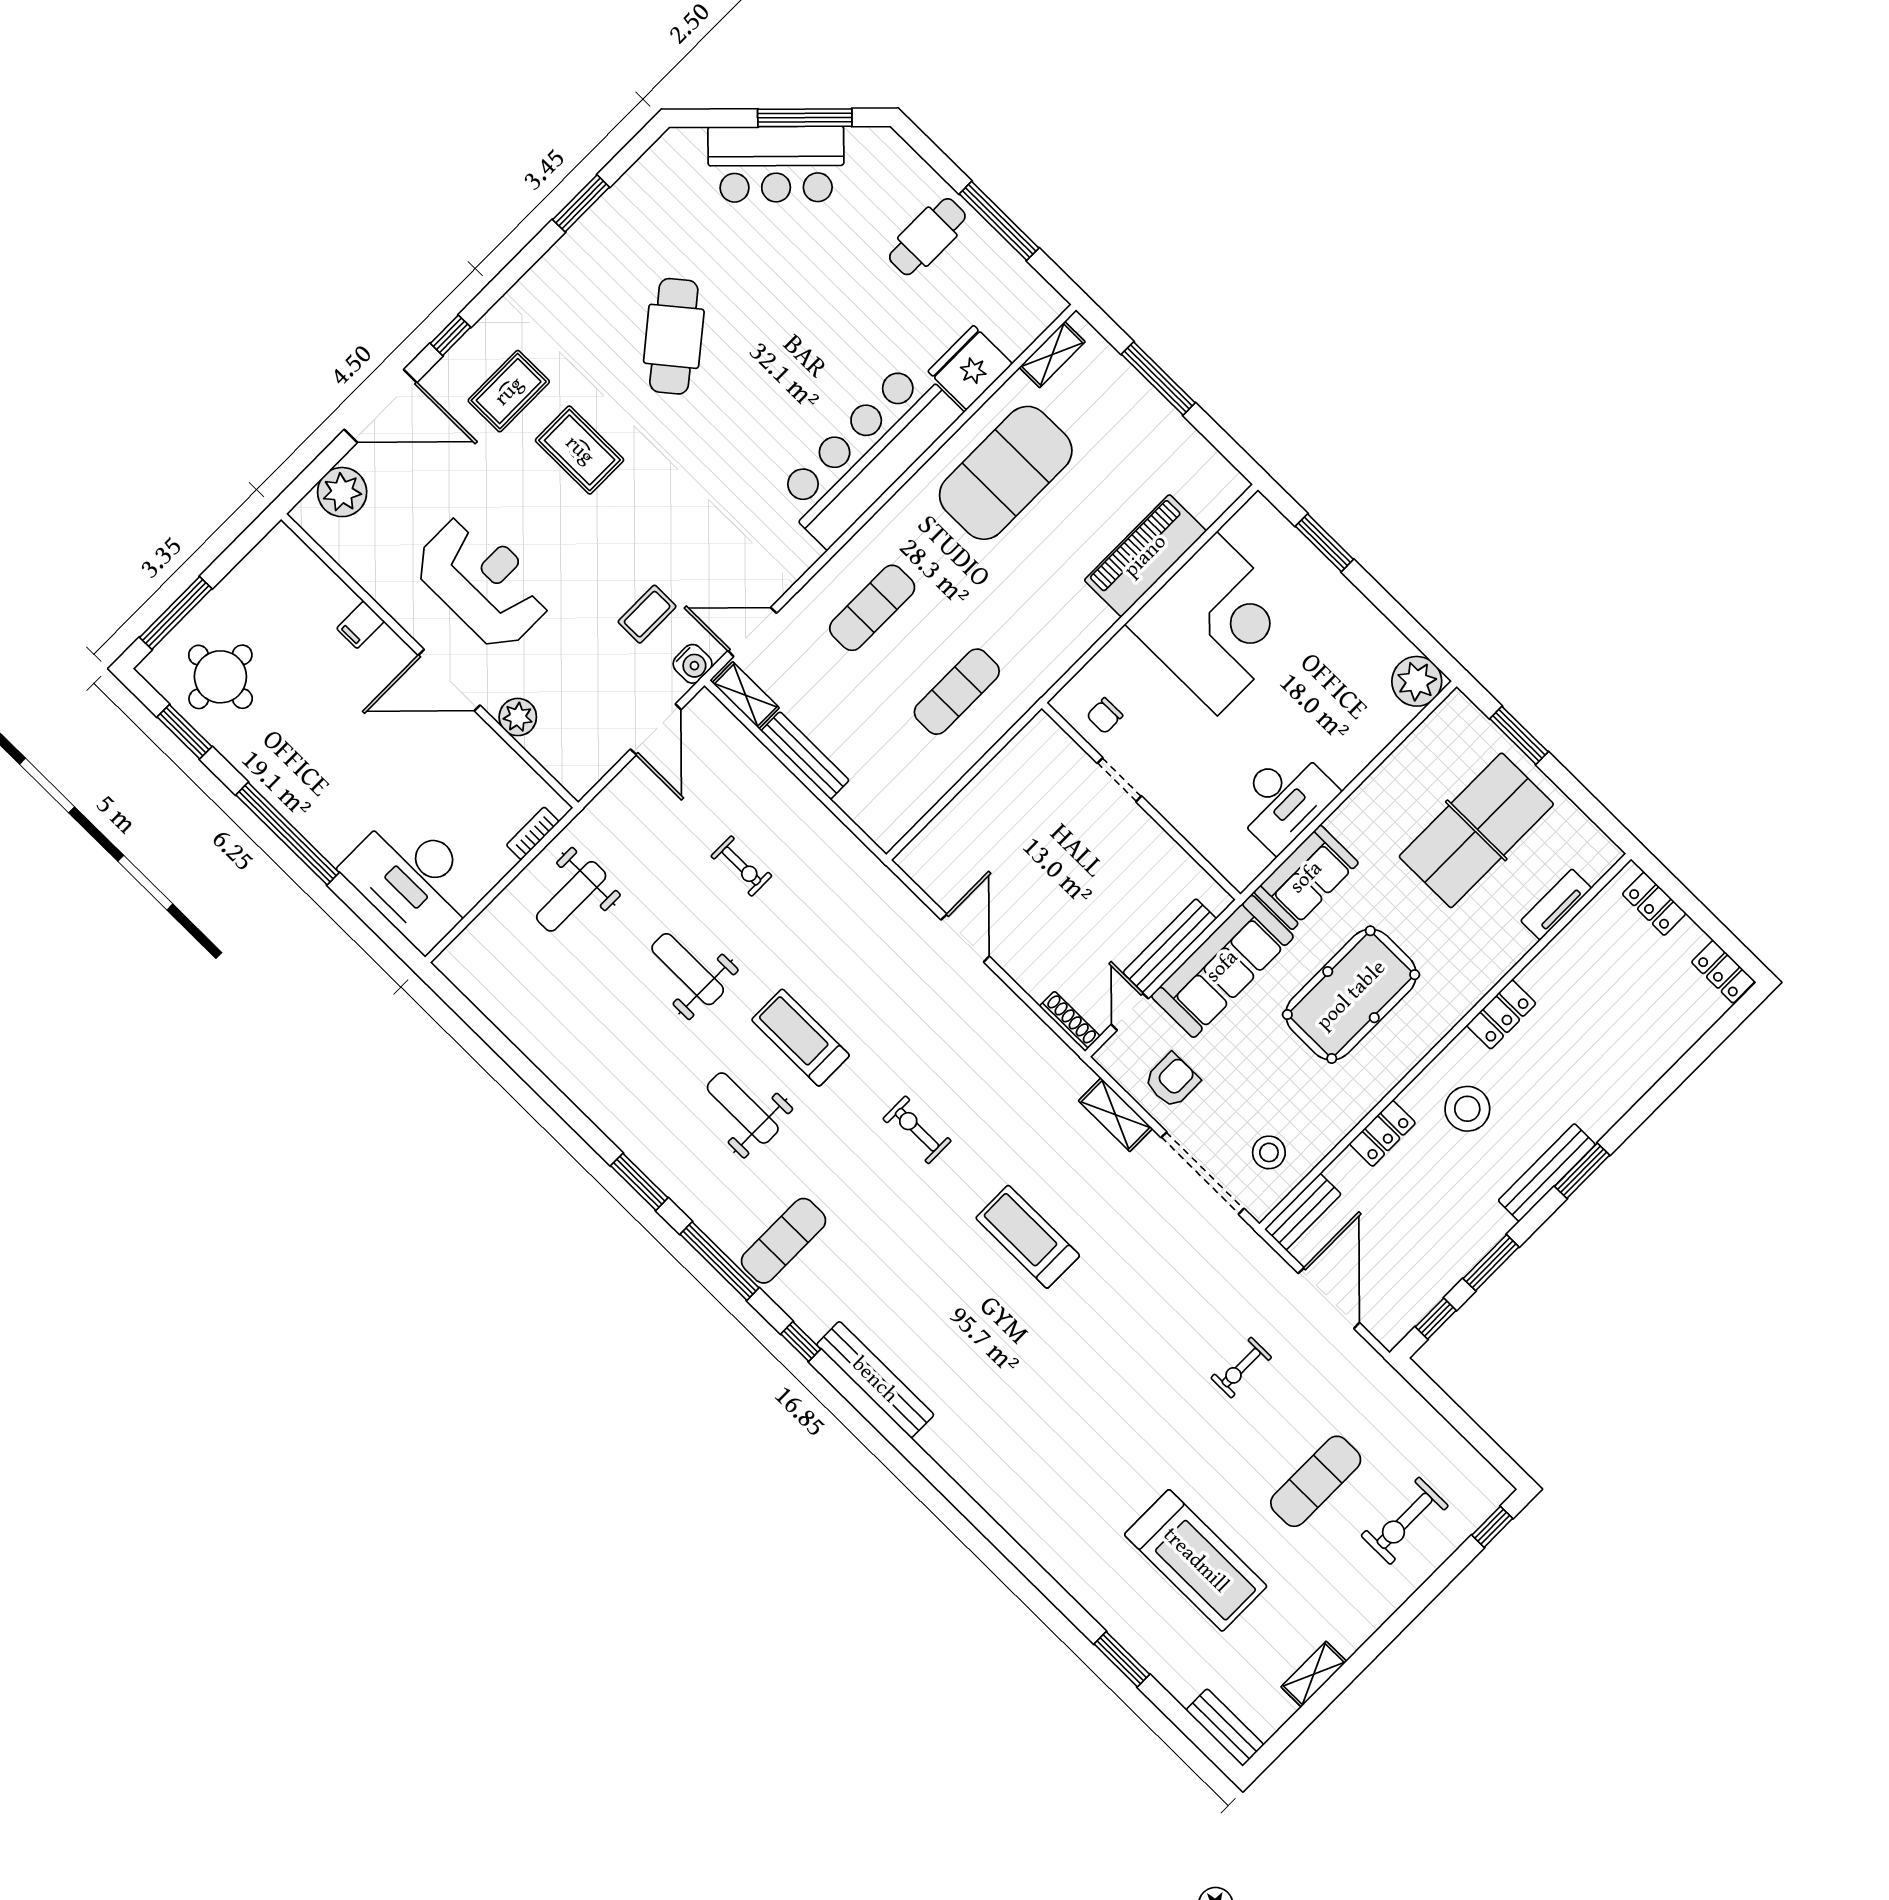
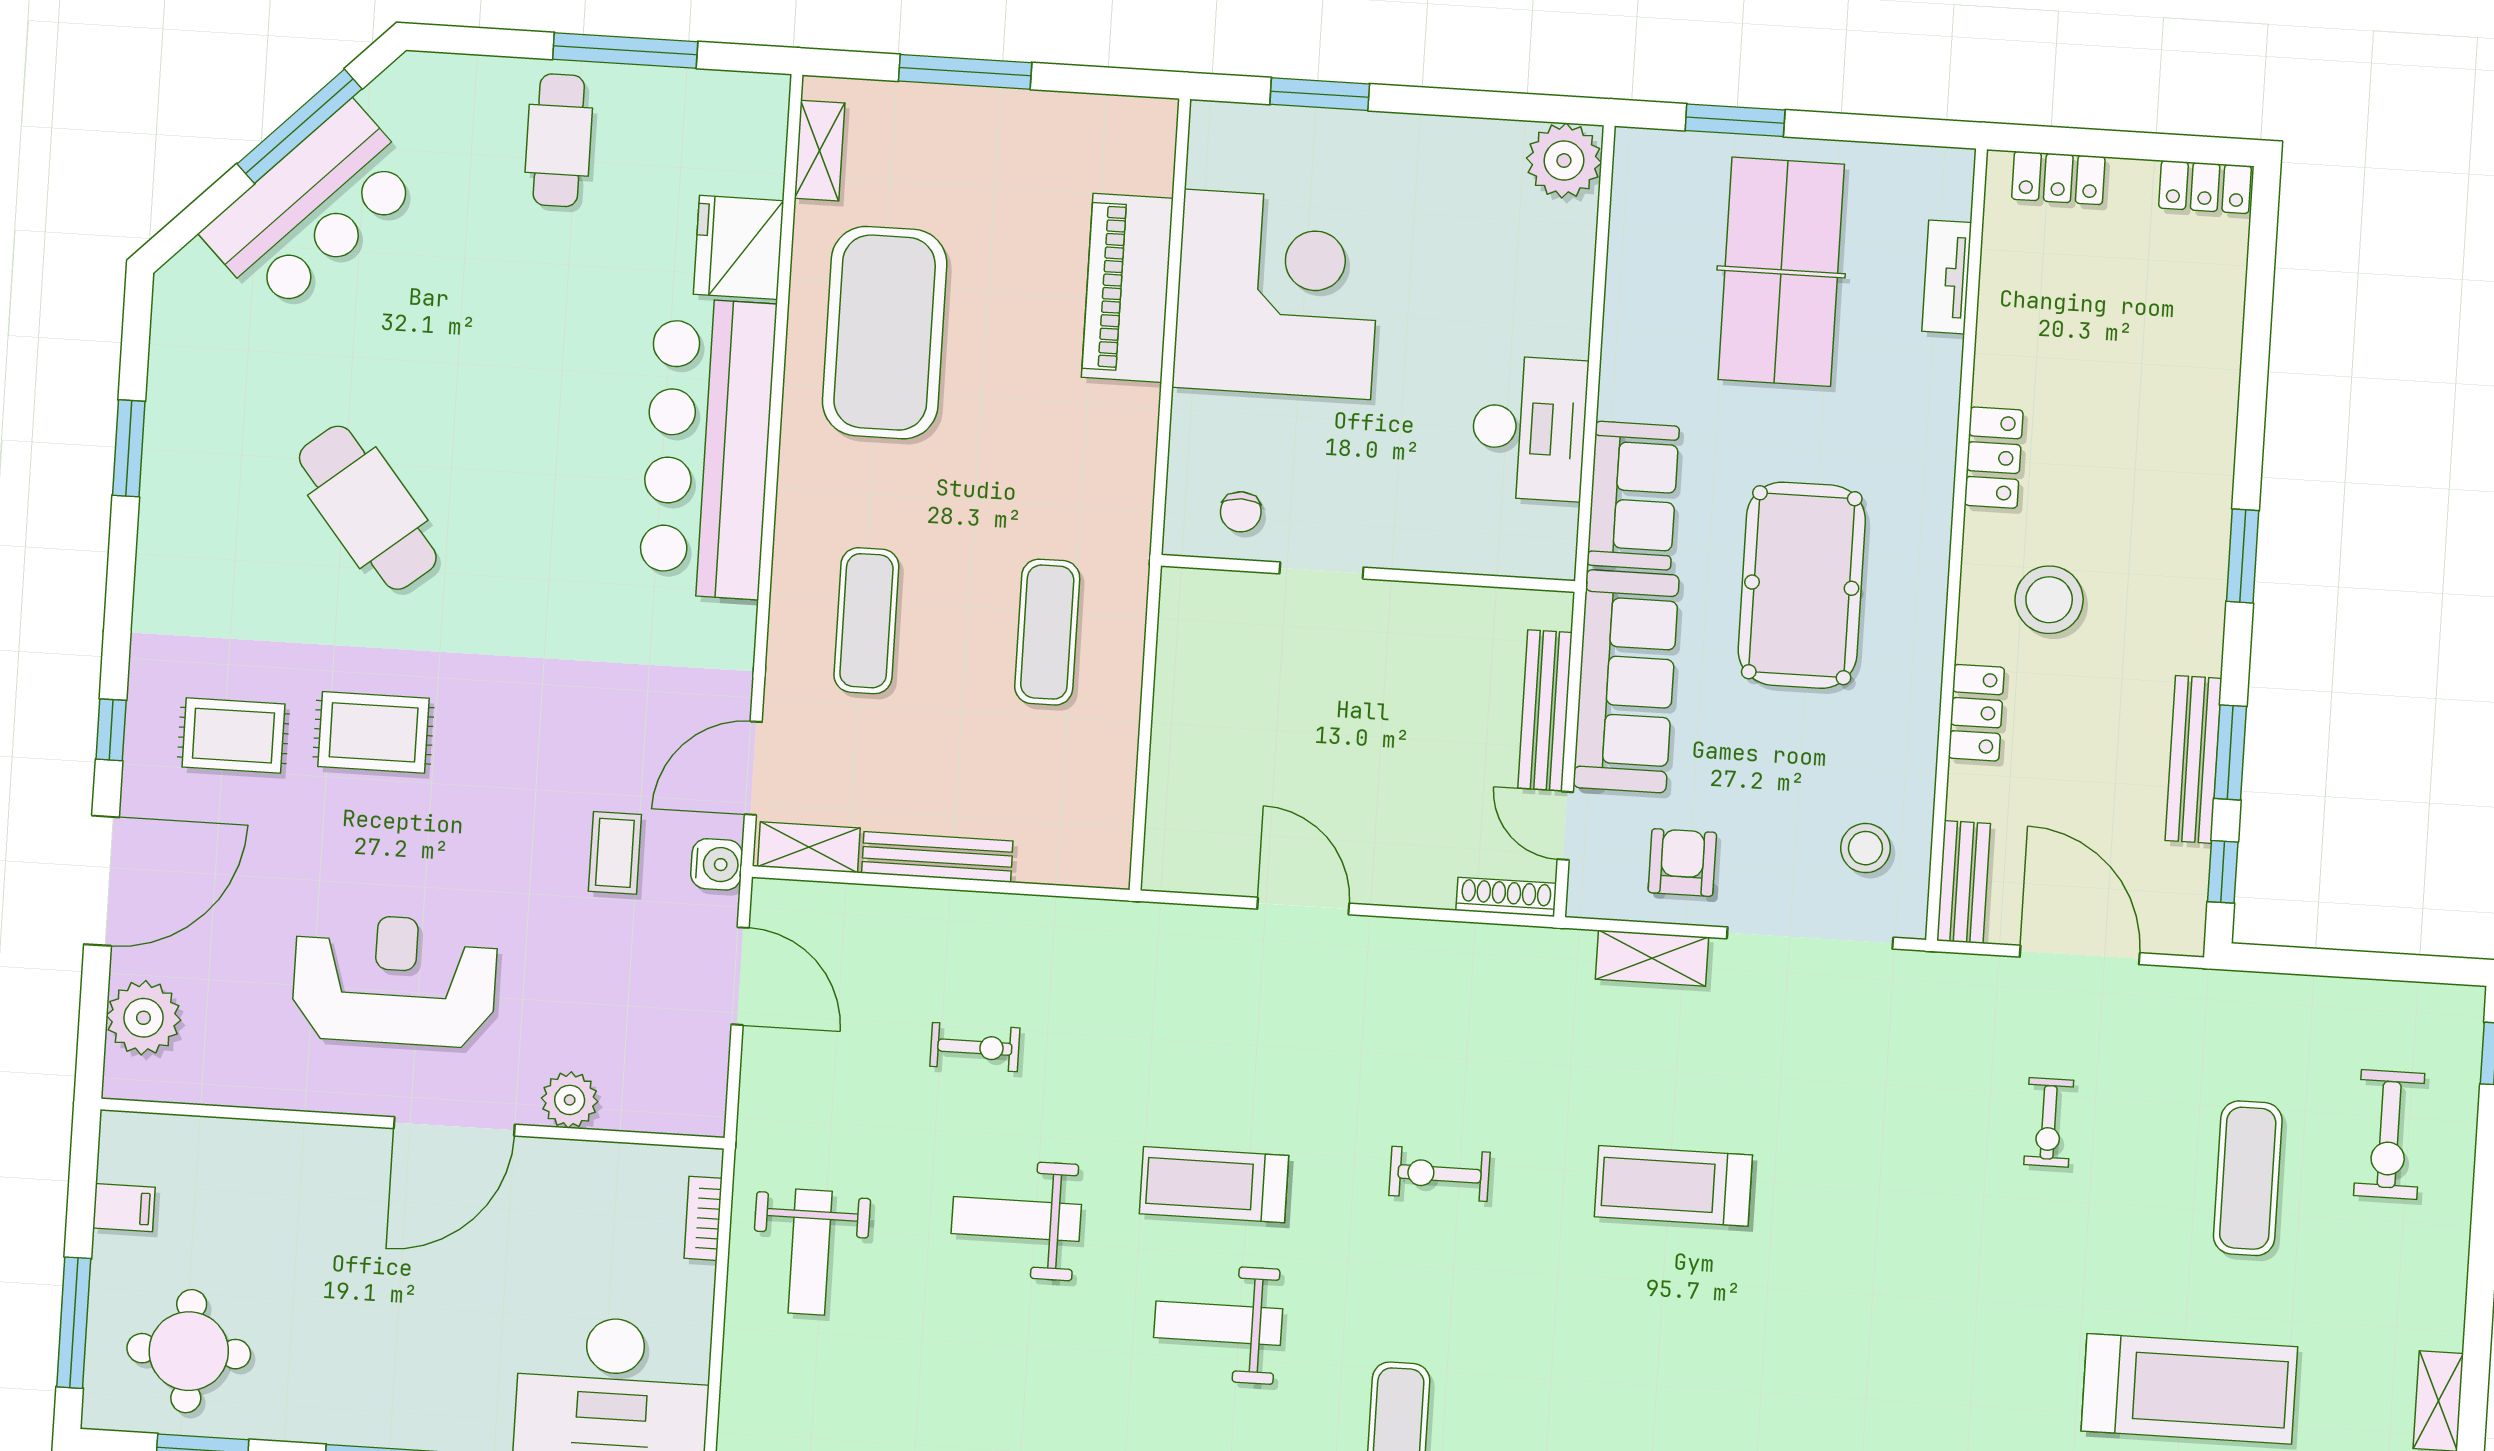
rug: (509, 391) -> (233, 736), turned 90
filing cabinet: (360, 625) -> (124, 1208), moved, turned -90
bench: (1547, 1173) -> (2193, 759), moved

